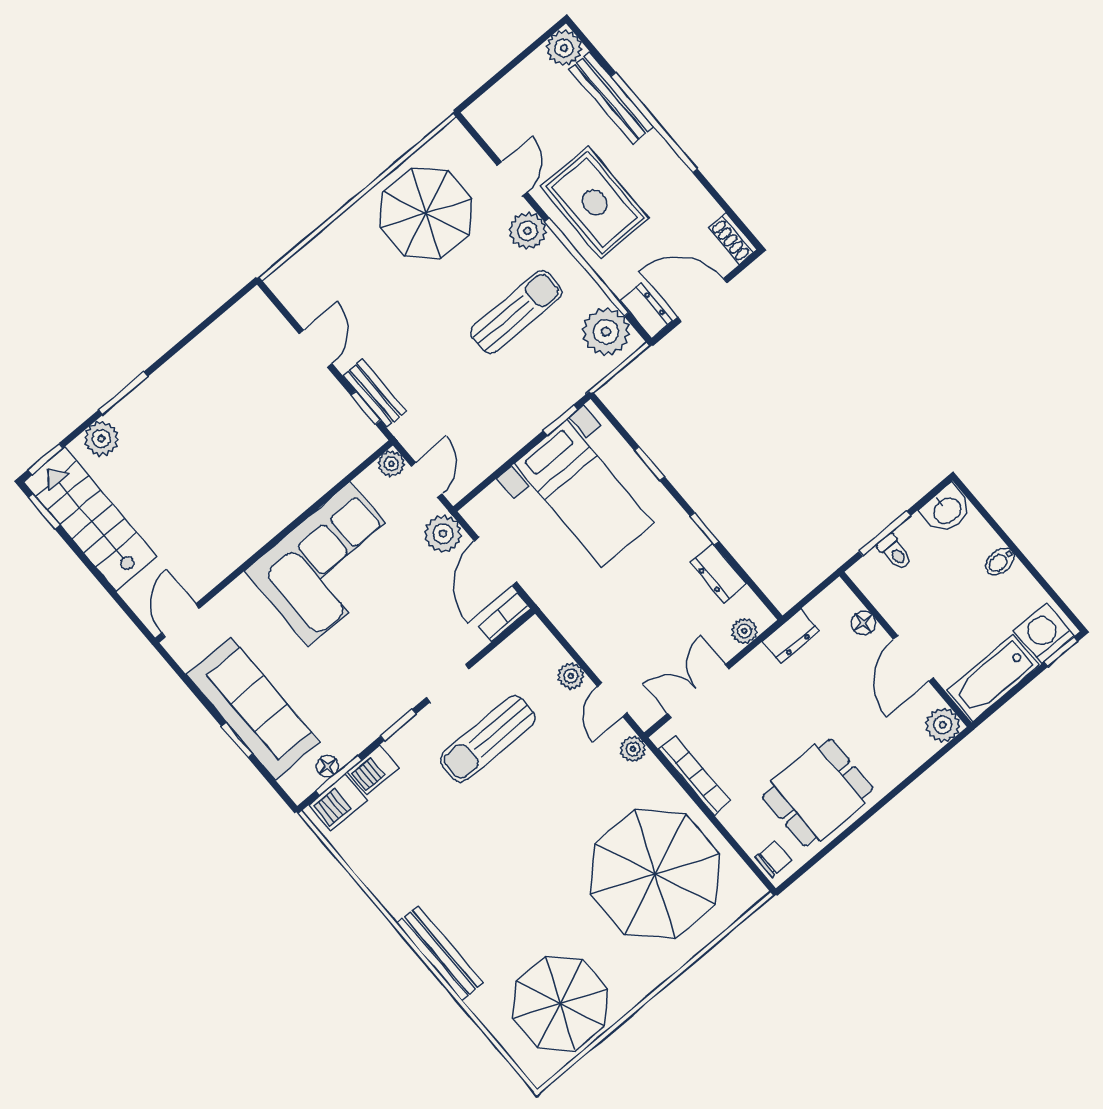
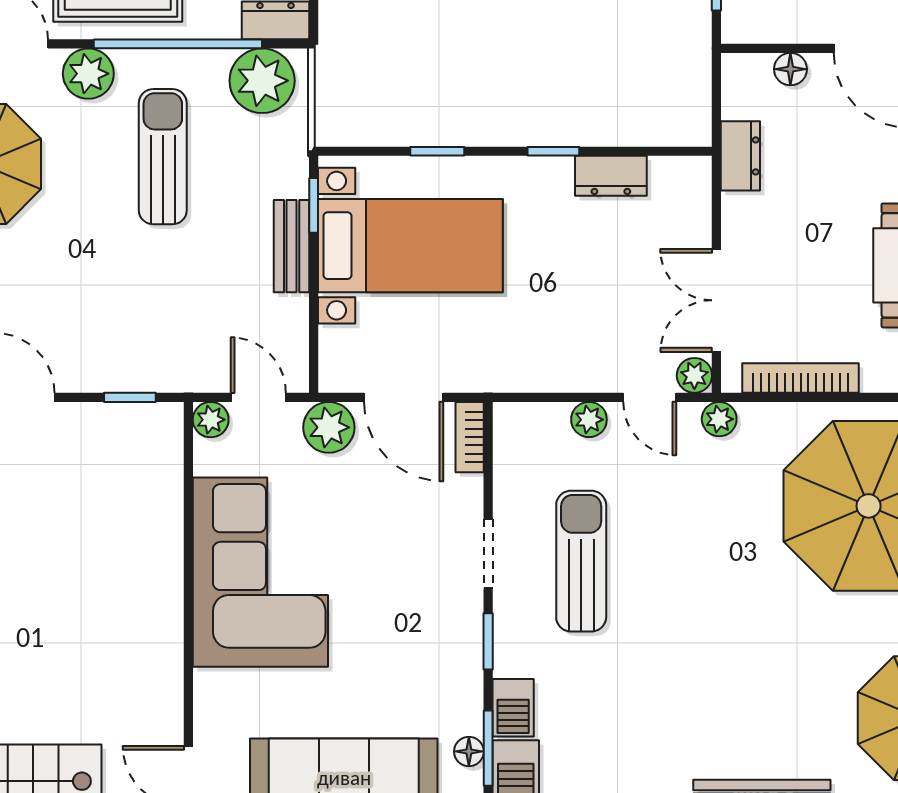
bench: (375, 393) -> (292, 246), moved, turned 90
plant: (744, 631) -> (694, 375), moved
sun lounger: (488, 739) -> (581, 561), turned 180

